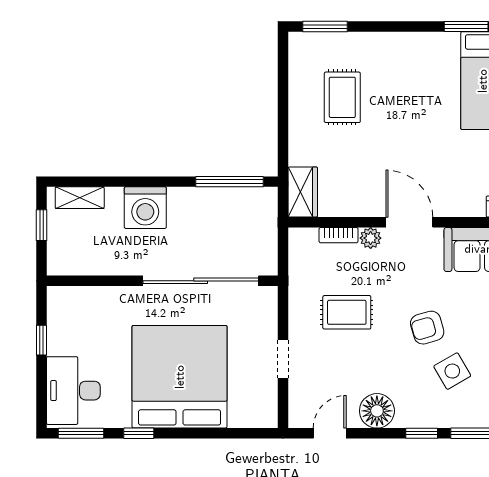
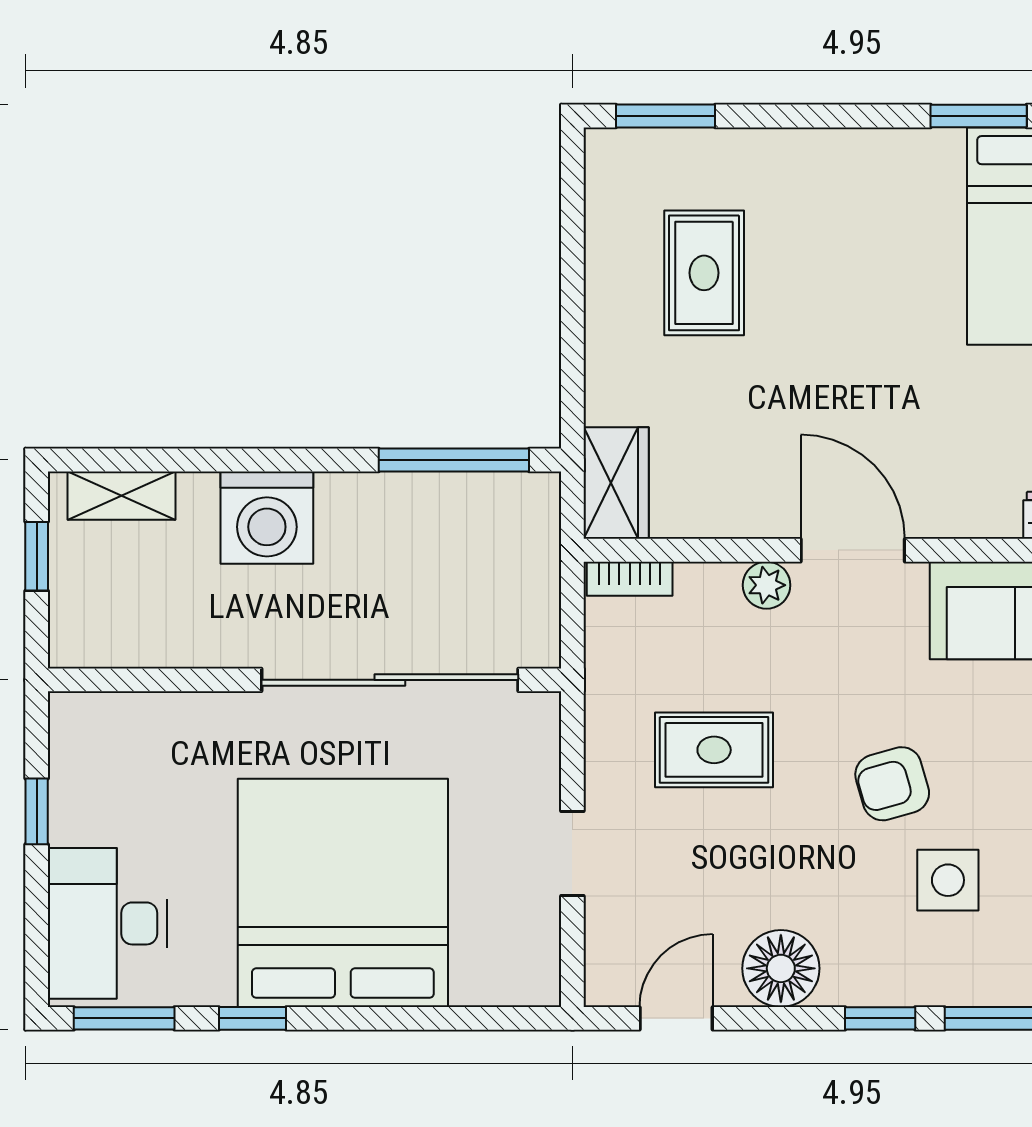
bookcase: (339, 235) -> (630, 579), moved
side table: (452, 371) -> (948, 880), turned 30

